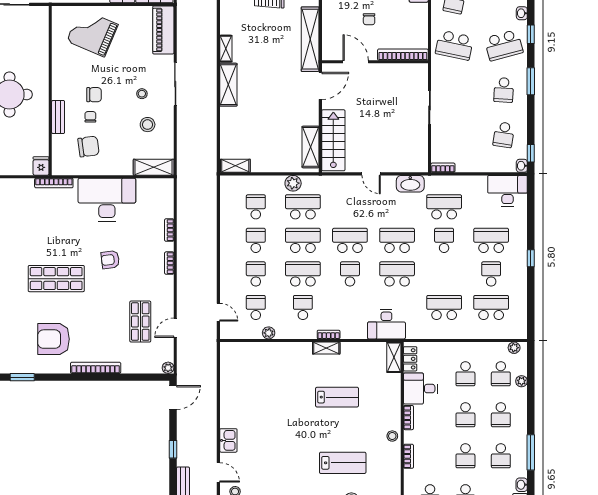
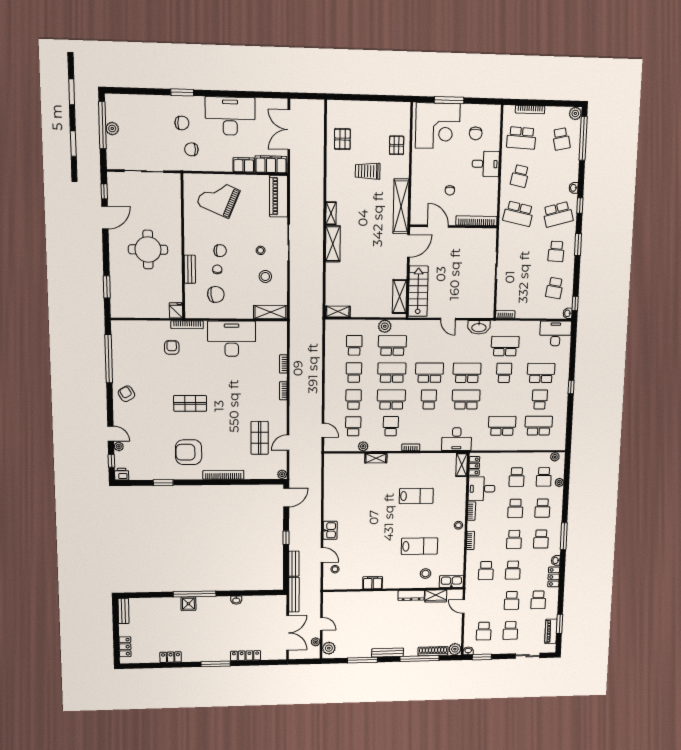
armchair: (110, 260) -> (172, 347), moved, turned 97
shop shelf: (56, 279) -> (190, 403), width x0.70, depth x0.74
shelving: (326, 348) -> (376, 458), moved

